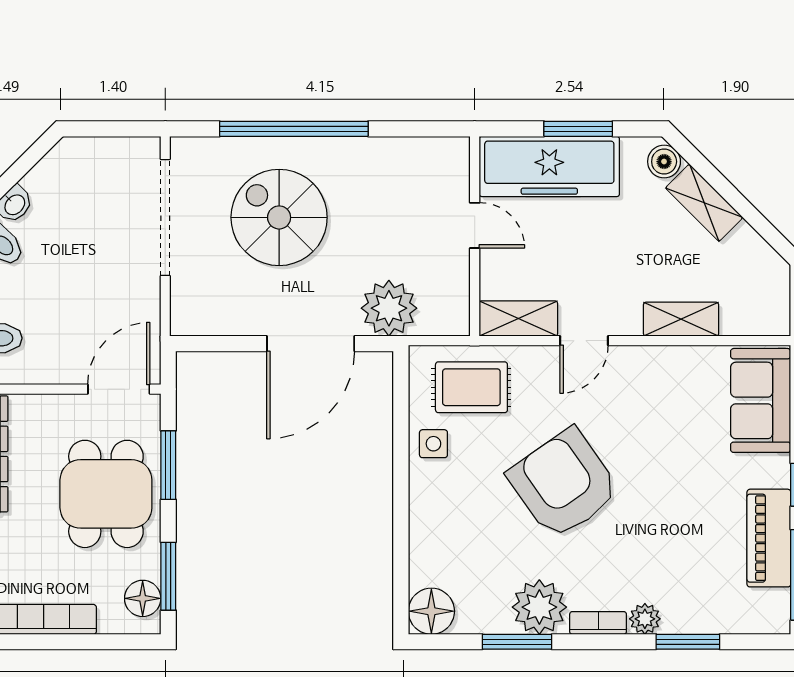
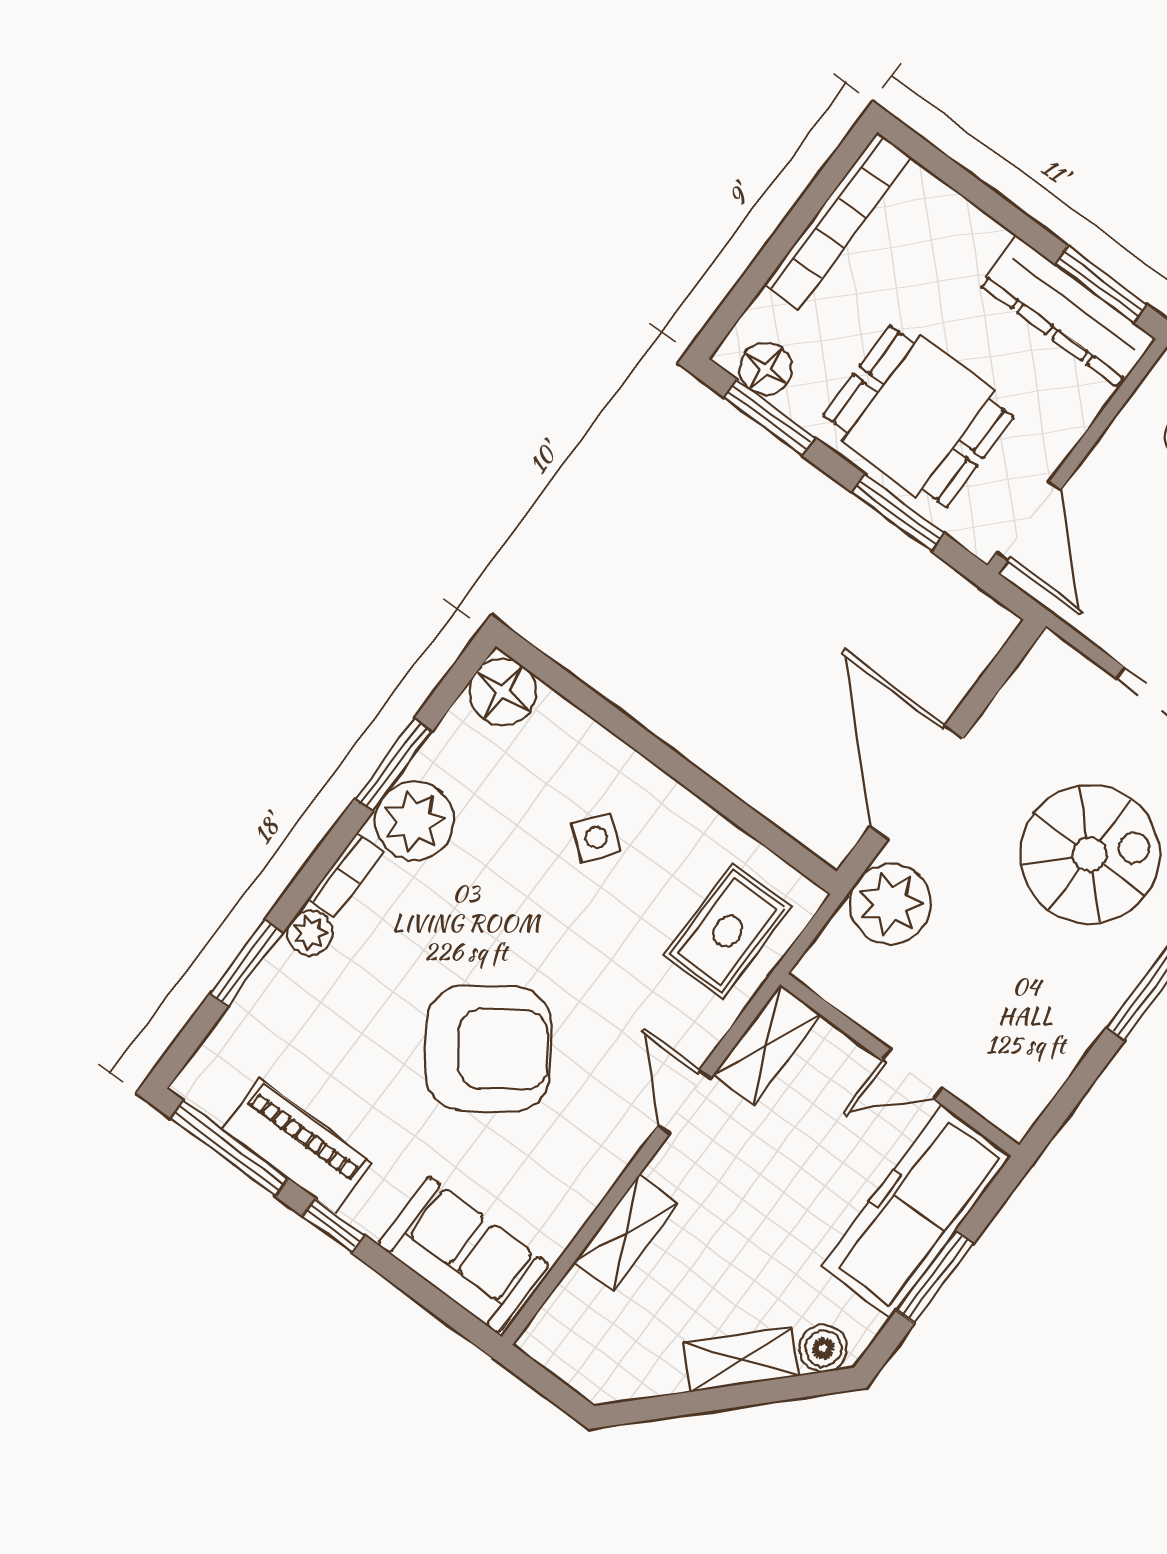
side table: (433, 444) -> (596, 837), moved, turned 38
armchair: (564, 484) -> (488, 1049), moved

